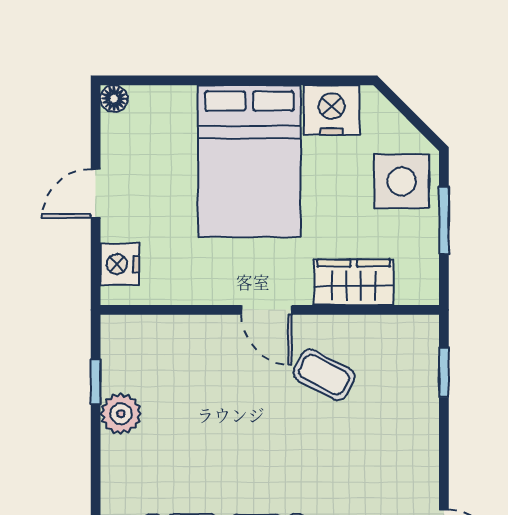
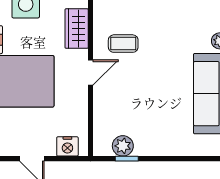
coffee table: (324, 375) -> (123, 44), turned 62
plant: (121, 414) -> (123, 146), moved

